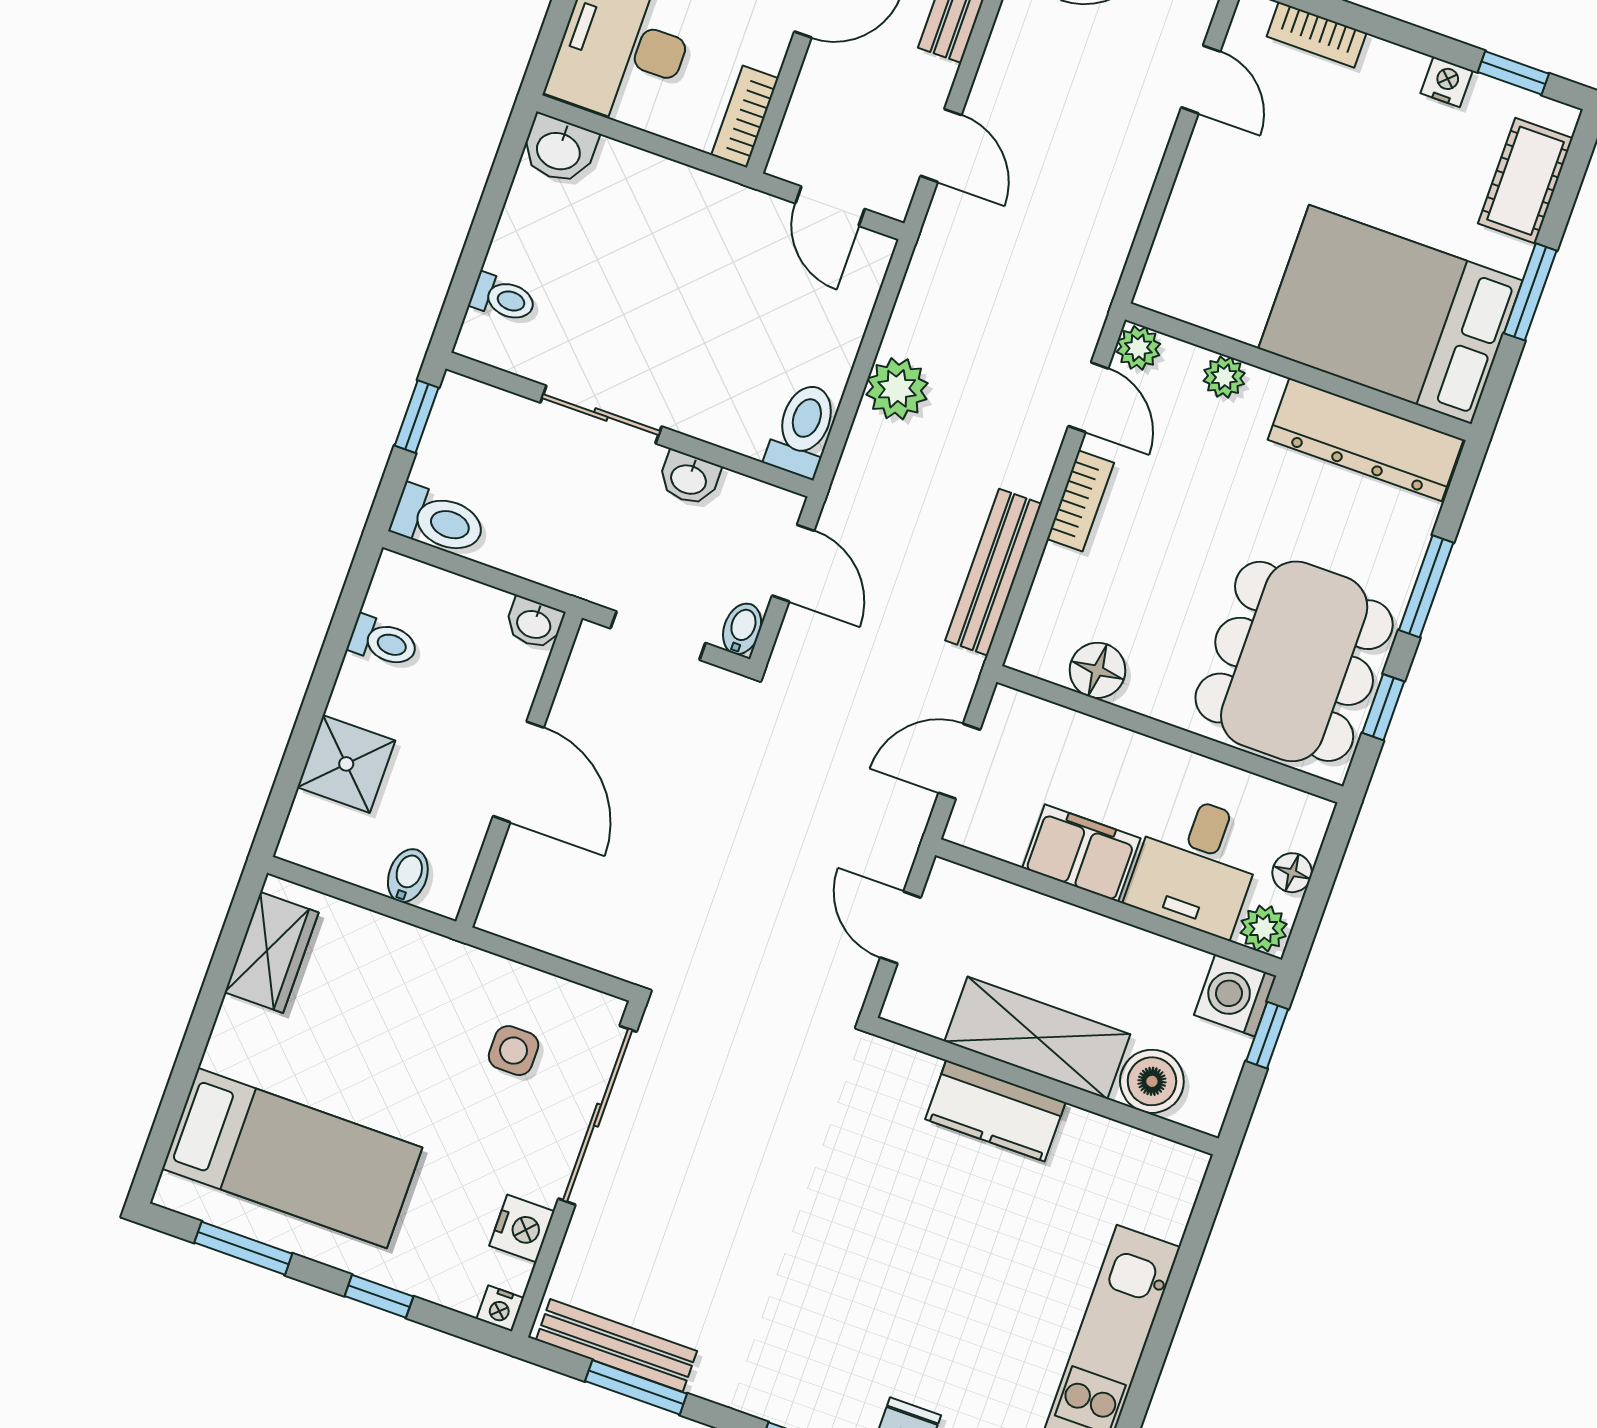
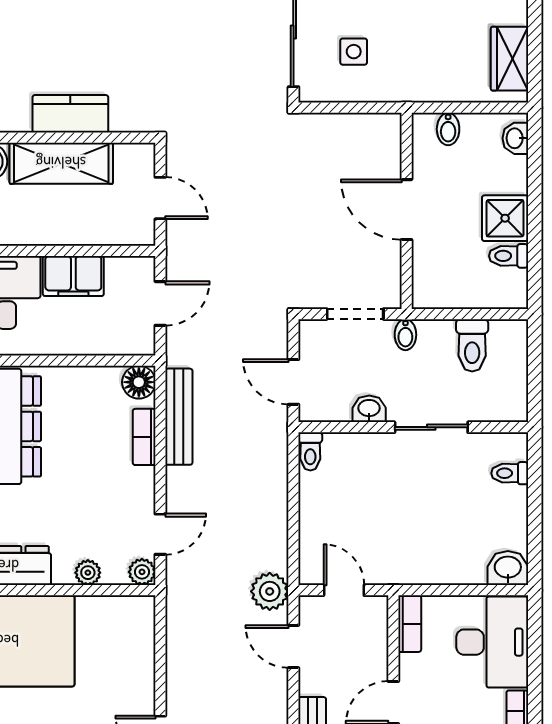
plant: (897, 389) -> (270, 591), moved
door: (1088, 397) -> (160, 534), swing flipped
window: (417, 417) -> (535, 389), removed
toilet: (803, 430) -> (310, 451), width x0.73, depth x0.72
bookcase: (1080, 501) -> (144, 437), moved
toilet: (438, 521) -> (472, 345), moved, turned -90
washbasin: (534, 623) -> (515, 138), moved, turned -90
bidet: (742, 629) -> (405, 335), moved
floor lamp: (1097, 670) -> (139, 382), moved
shower: (346, 764) -> (505, 218), moved

